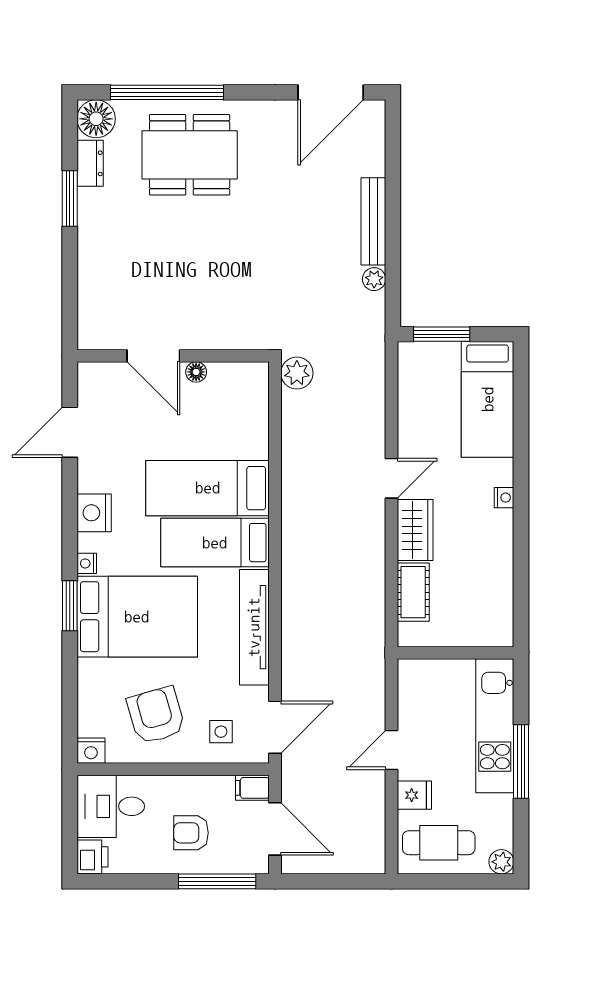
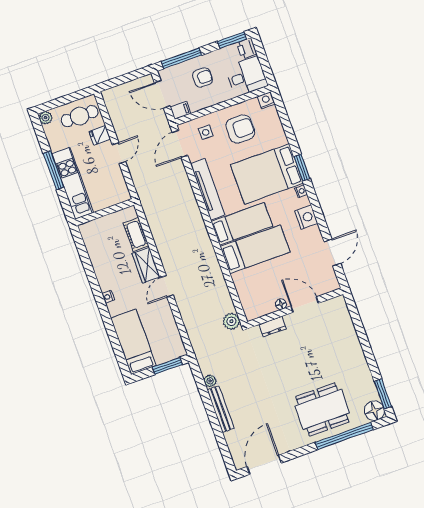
dresser: (90, 163) -> (272, 327), moved, turned -90
window: (70, 198) -> (383, 394), moved
armchair: (156, 715) -> (240, 129), turned -74
window: (114, 881) -> (232, 40), added

